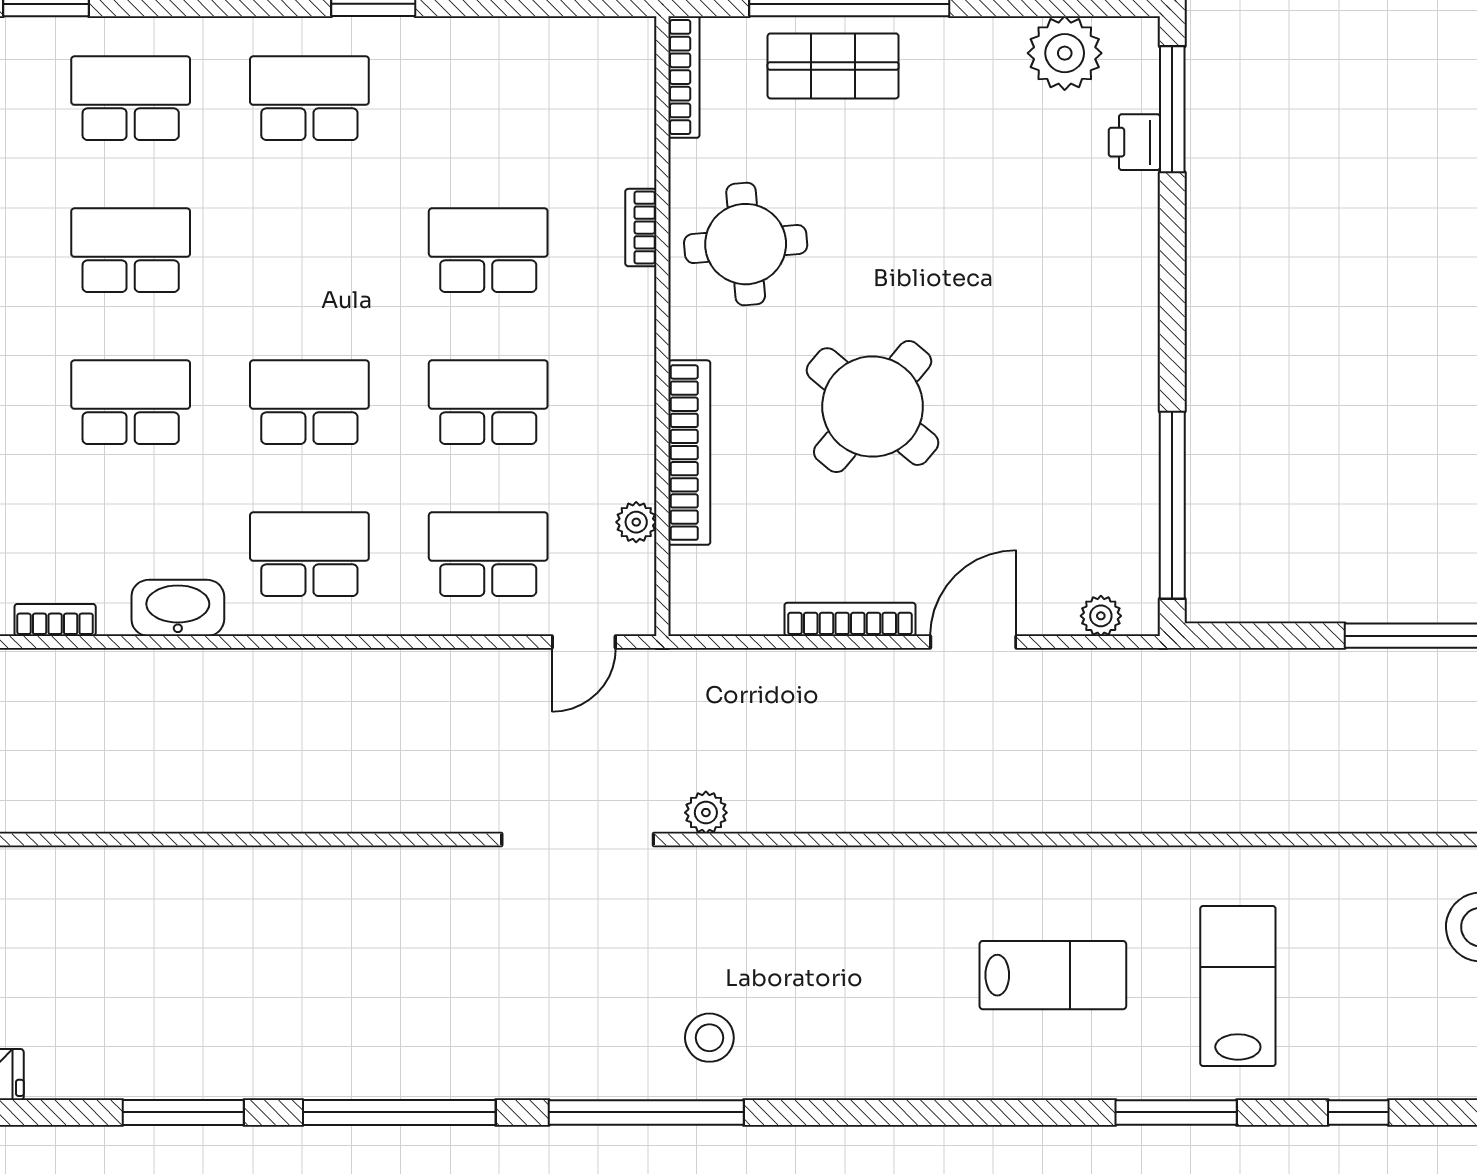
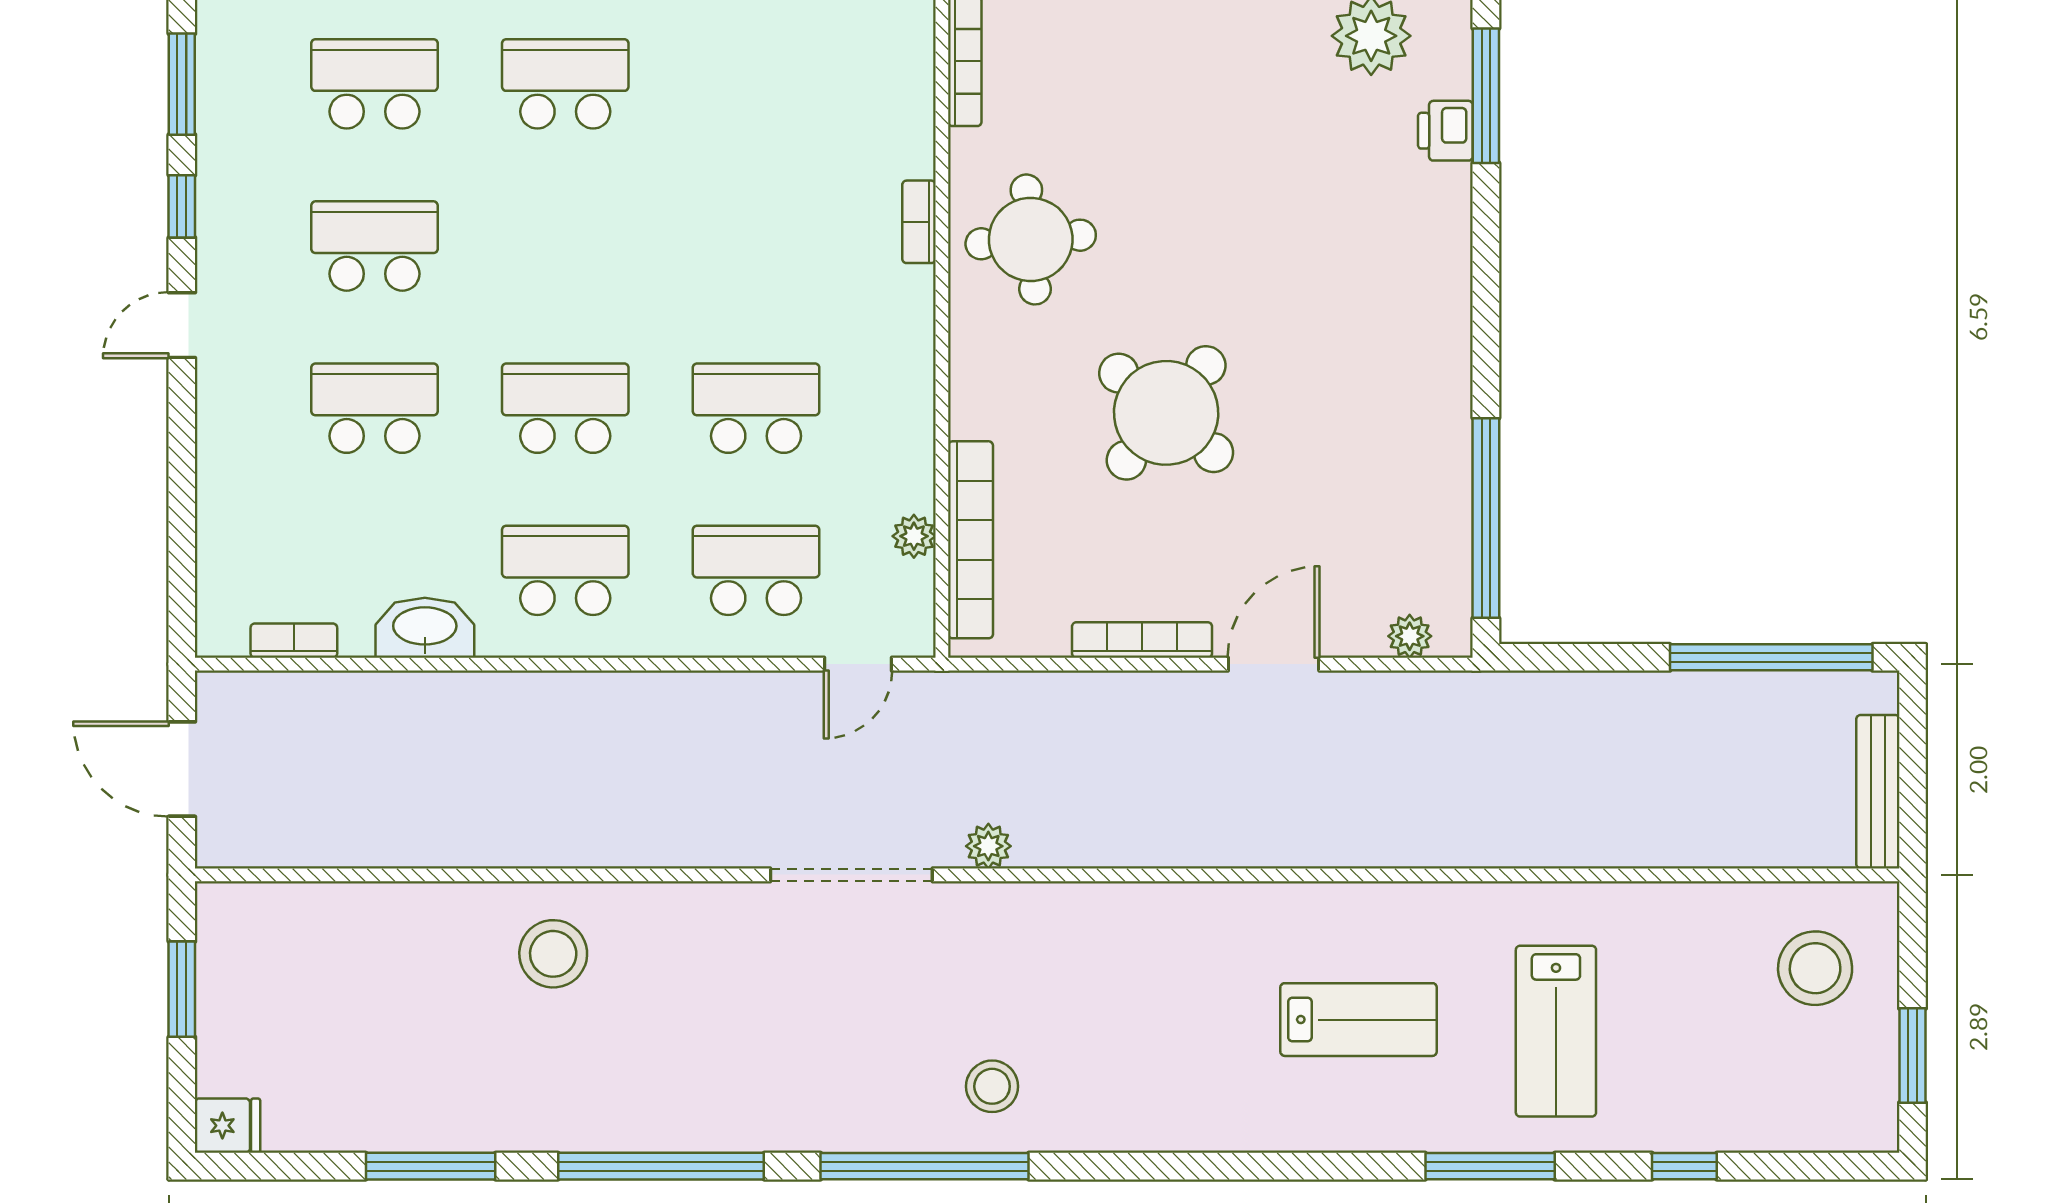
shop shelf: (833, 66) -> (1124, 49), removed
school desk: (488, 250) -> (756, 246), removed
bookcase: (689, 453) -> (971, 540), moved
stool: (298, 914) -> (553, 954), added
lab bench: (1238, 986) -> (1556, 1031), turned 180

